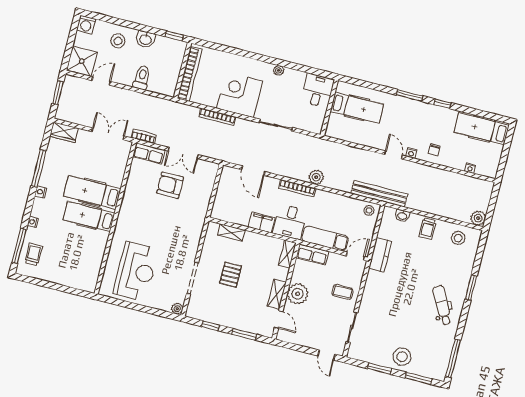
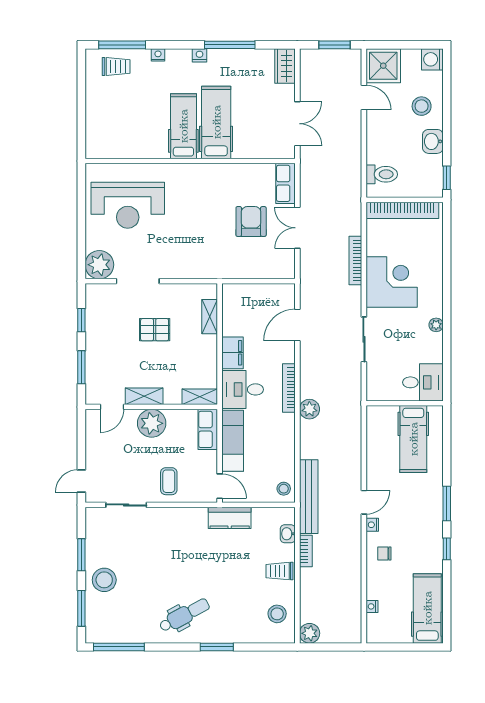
toilet: (142, 78) -> (382, 174), moved
bookcase: (144, 136) -> (306, 551), moved
plant: (177, 309) -> (99, 265), width x1.88, depth x1.88

